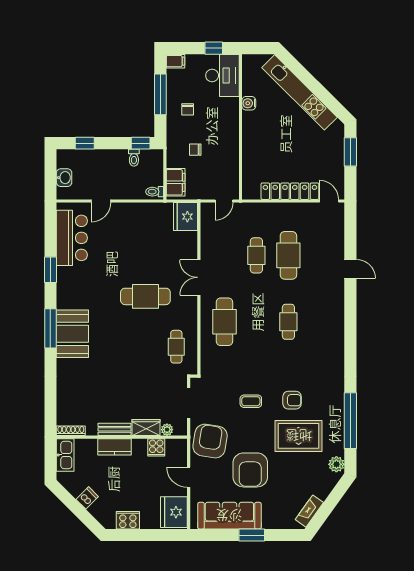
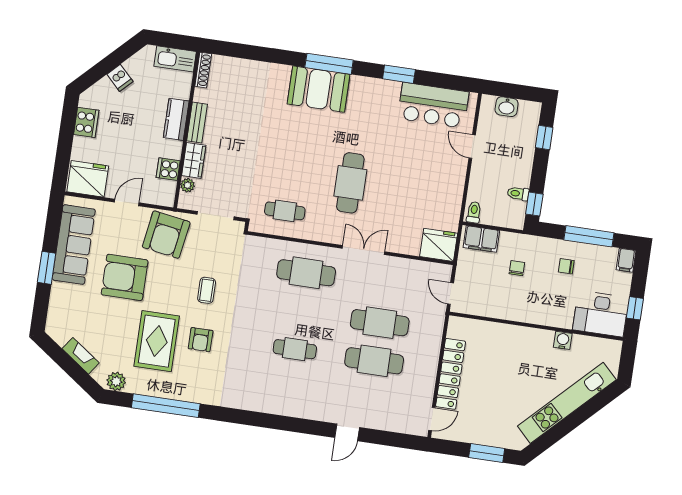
cafe table: (256, 255) -> (380, 323), width x1.37, depth x1.35
armchair: (210, 441) -> (166, 235), turned 90
fireplace: (309, 511) -> (81, 356), moved

